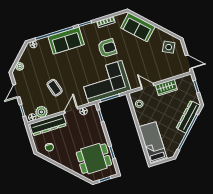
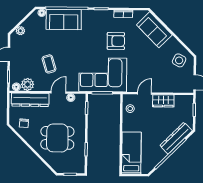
sofa: (66, 41) -> (64, 19), moved
door: (148, 86) -> (145, 93), hinge flipped
dining table: (94, 159) -> (57, 138), moved

